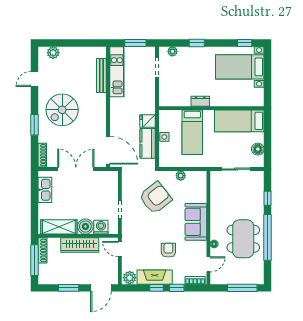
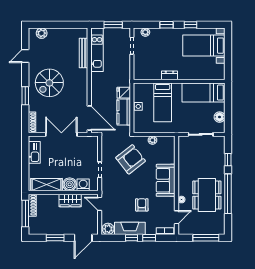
window: (245, 43) -> (191, 25), moved
wardrobe: (80, 245) -> (70, 200), width x0.67

